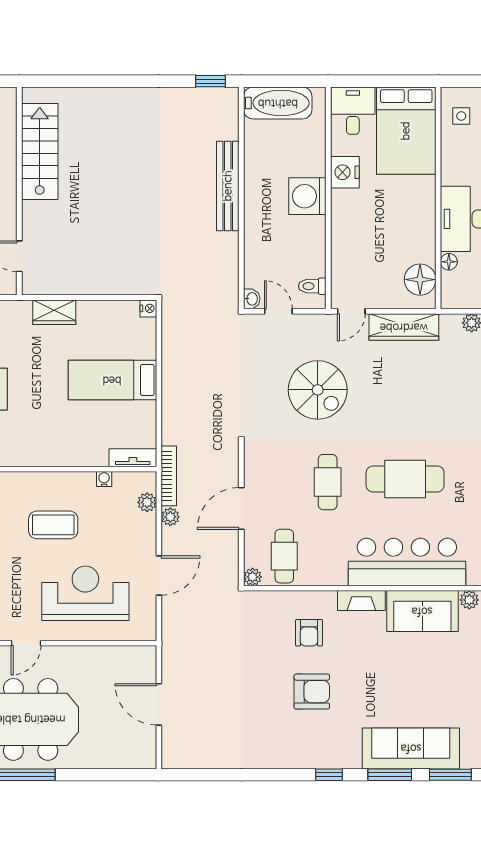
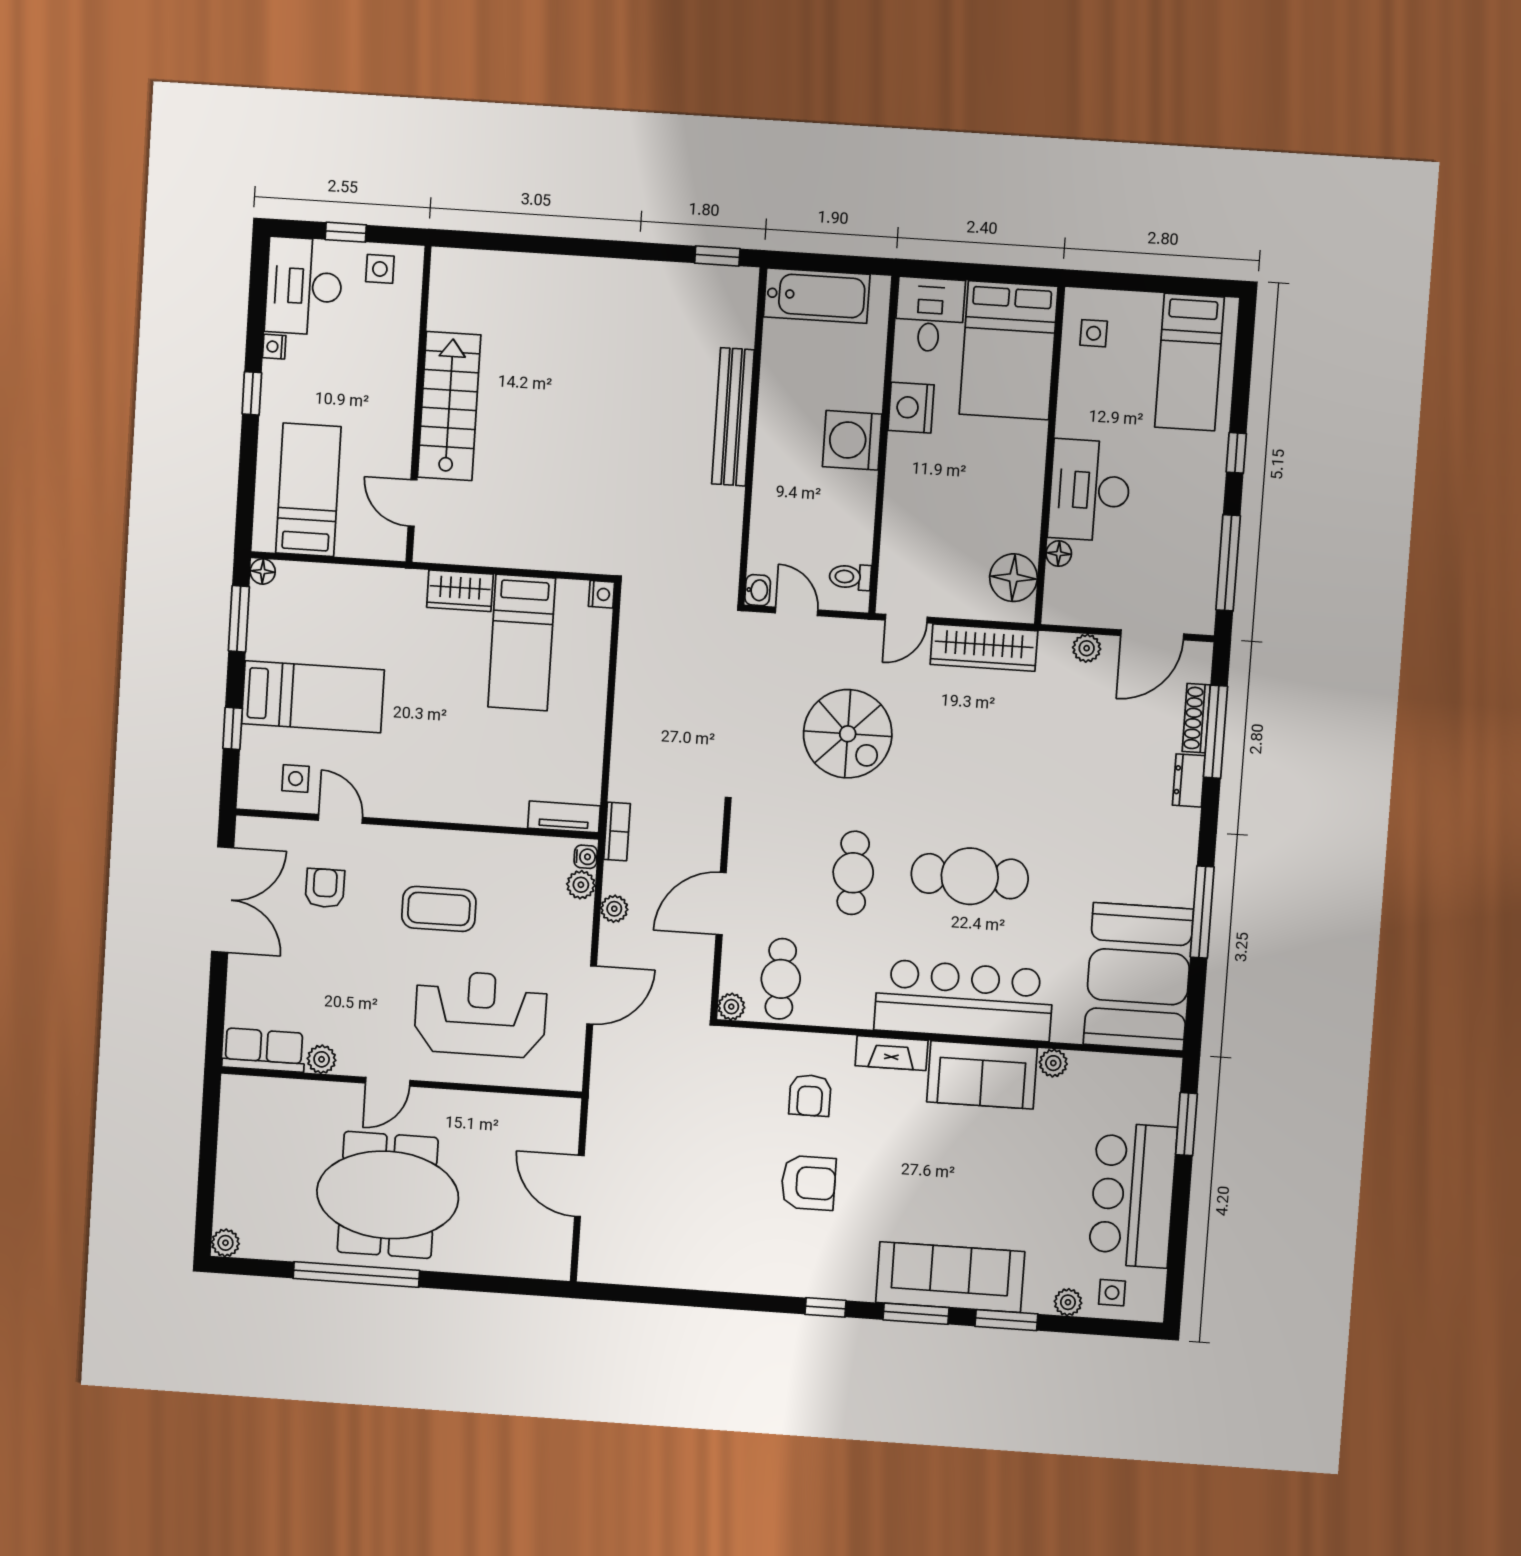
stairs: (40, 152) -> (449, 406), moved
bed: (112, 380) -> (522, 643), moved, turned -90
bookcase: (169, 476) -> (617, 831), width x0.64
water cooler: (104, 479) -> (586, 857), moved, turned 90

